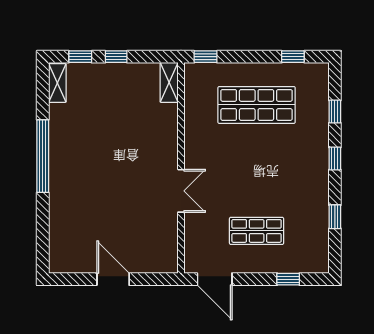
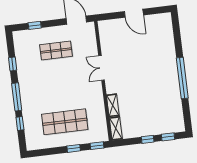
window: (293, 57) -> (74, 148), moved
shelving: (57, 83) -> (113, 105), moved
window: (335, 158) -> (17, 97), width x2.17

